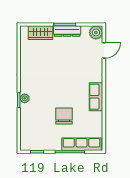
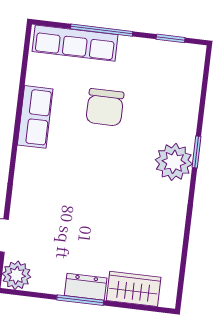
dresser: (67, 31) -> (86, 287), width x0.70
row of seats: (96, 97) -> (35, 117), moved
plant: (25, 98) -> (174, 162), width x1.88, depth x1.88

